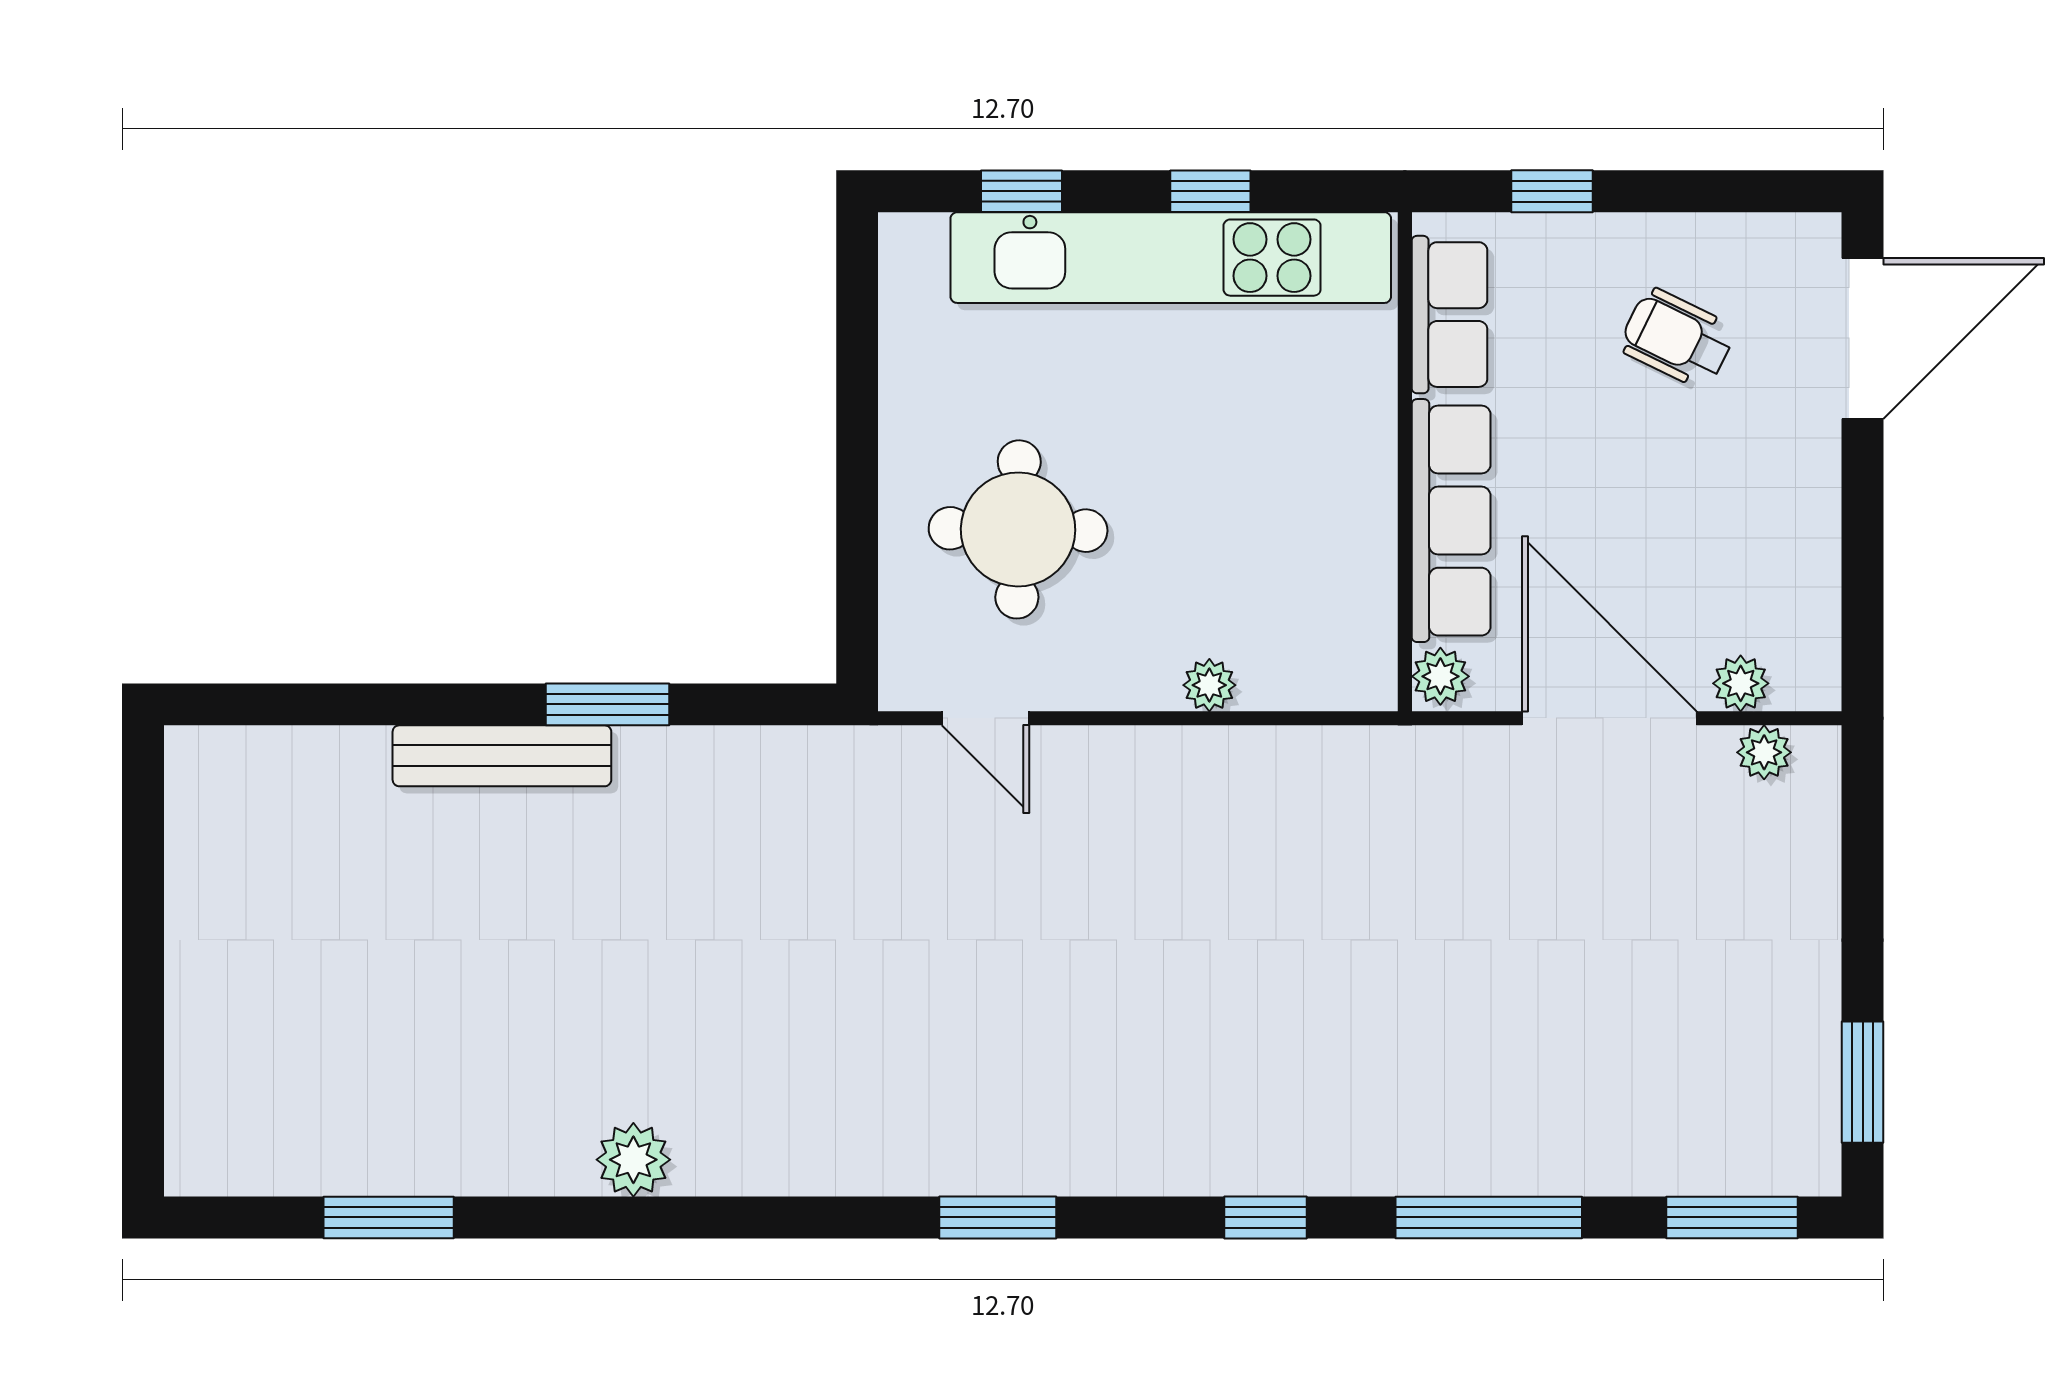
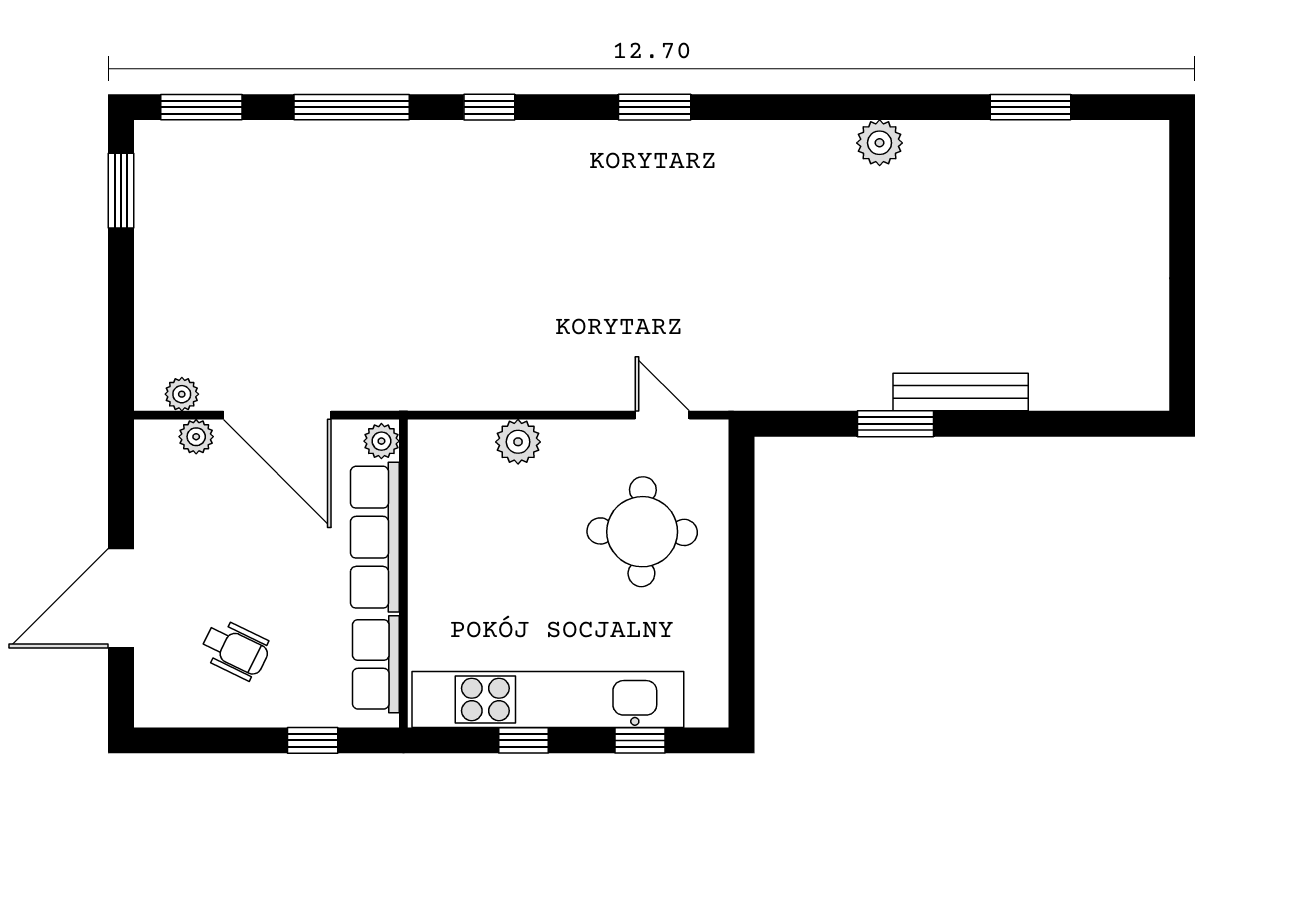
door: (1863, 338) -> (121, 598), moved
plant: (1209, 685) -> (518, 442), width x1.38, depth x1.38

